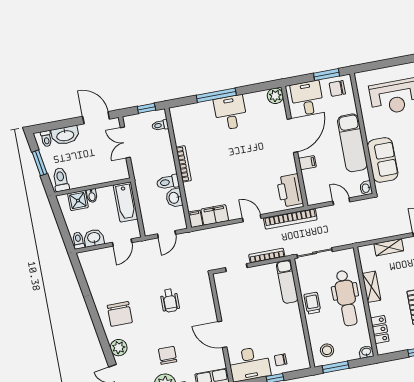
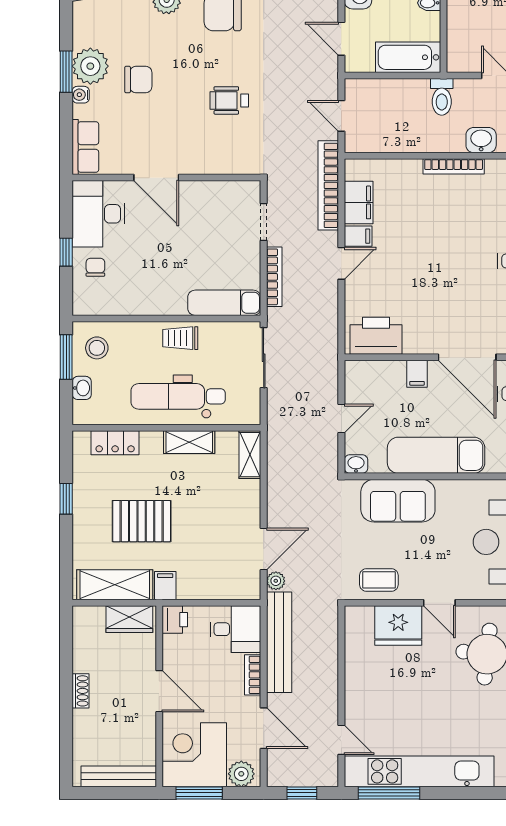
toilet: (168, 182) -> (442, 97), moved, turned 180
washbasin: (174, 198) -> (481, 140), moved
filing cabinet: (195, 219) -> (358, 236), moved
bookcase: (290, 219) -> (328, 185), moved
shelving: (389, 247) -> (250, 455), moved
trolley: (312, 303) -> (180, 338), turned 180
door: (222, 334) -> (156, 178), swing flipped
washbasin: (366, 352) -> (82, 388), moved

